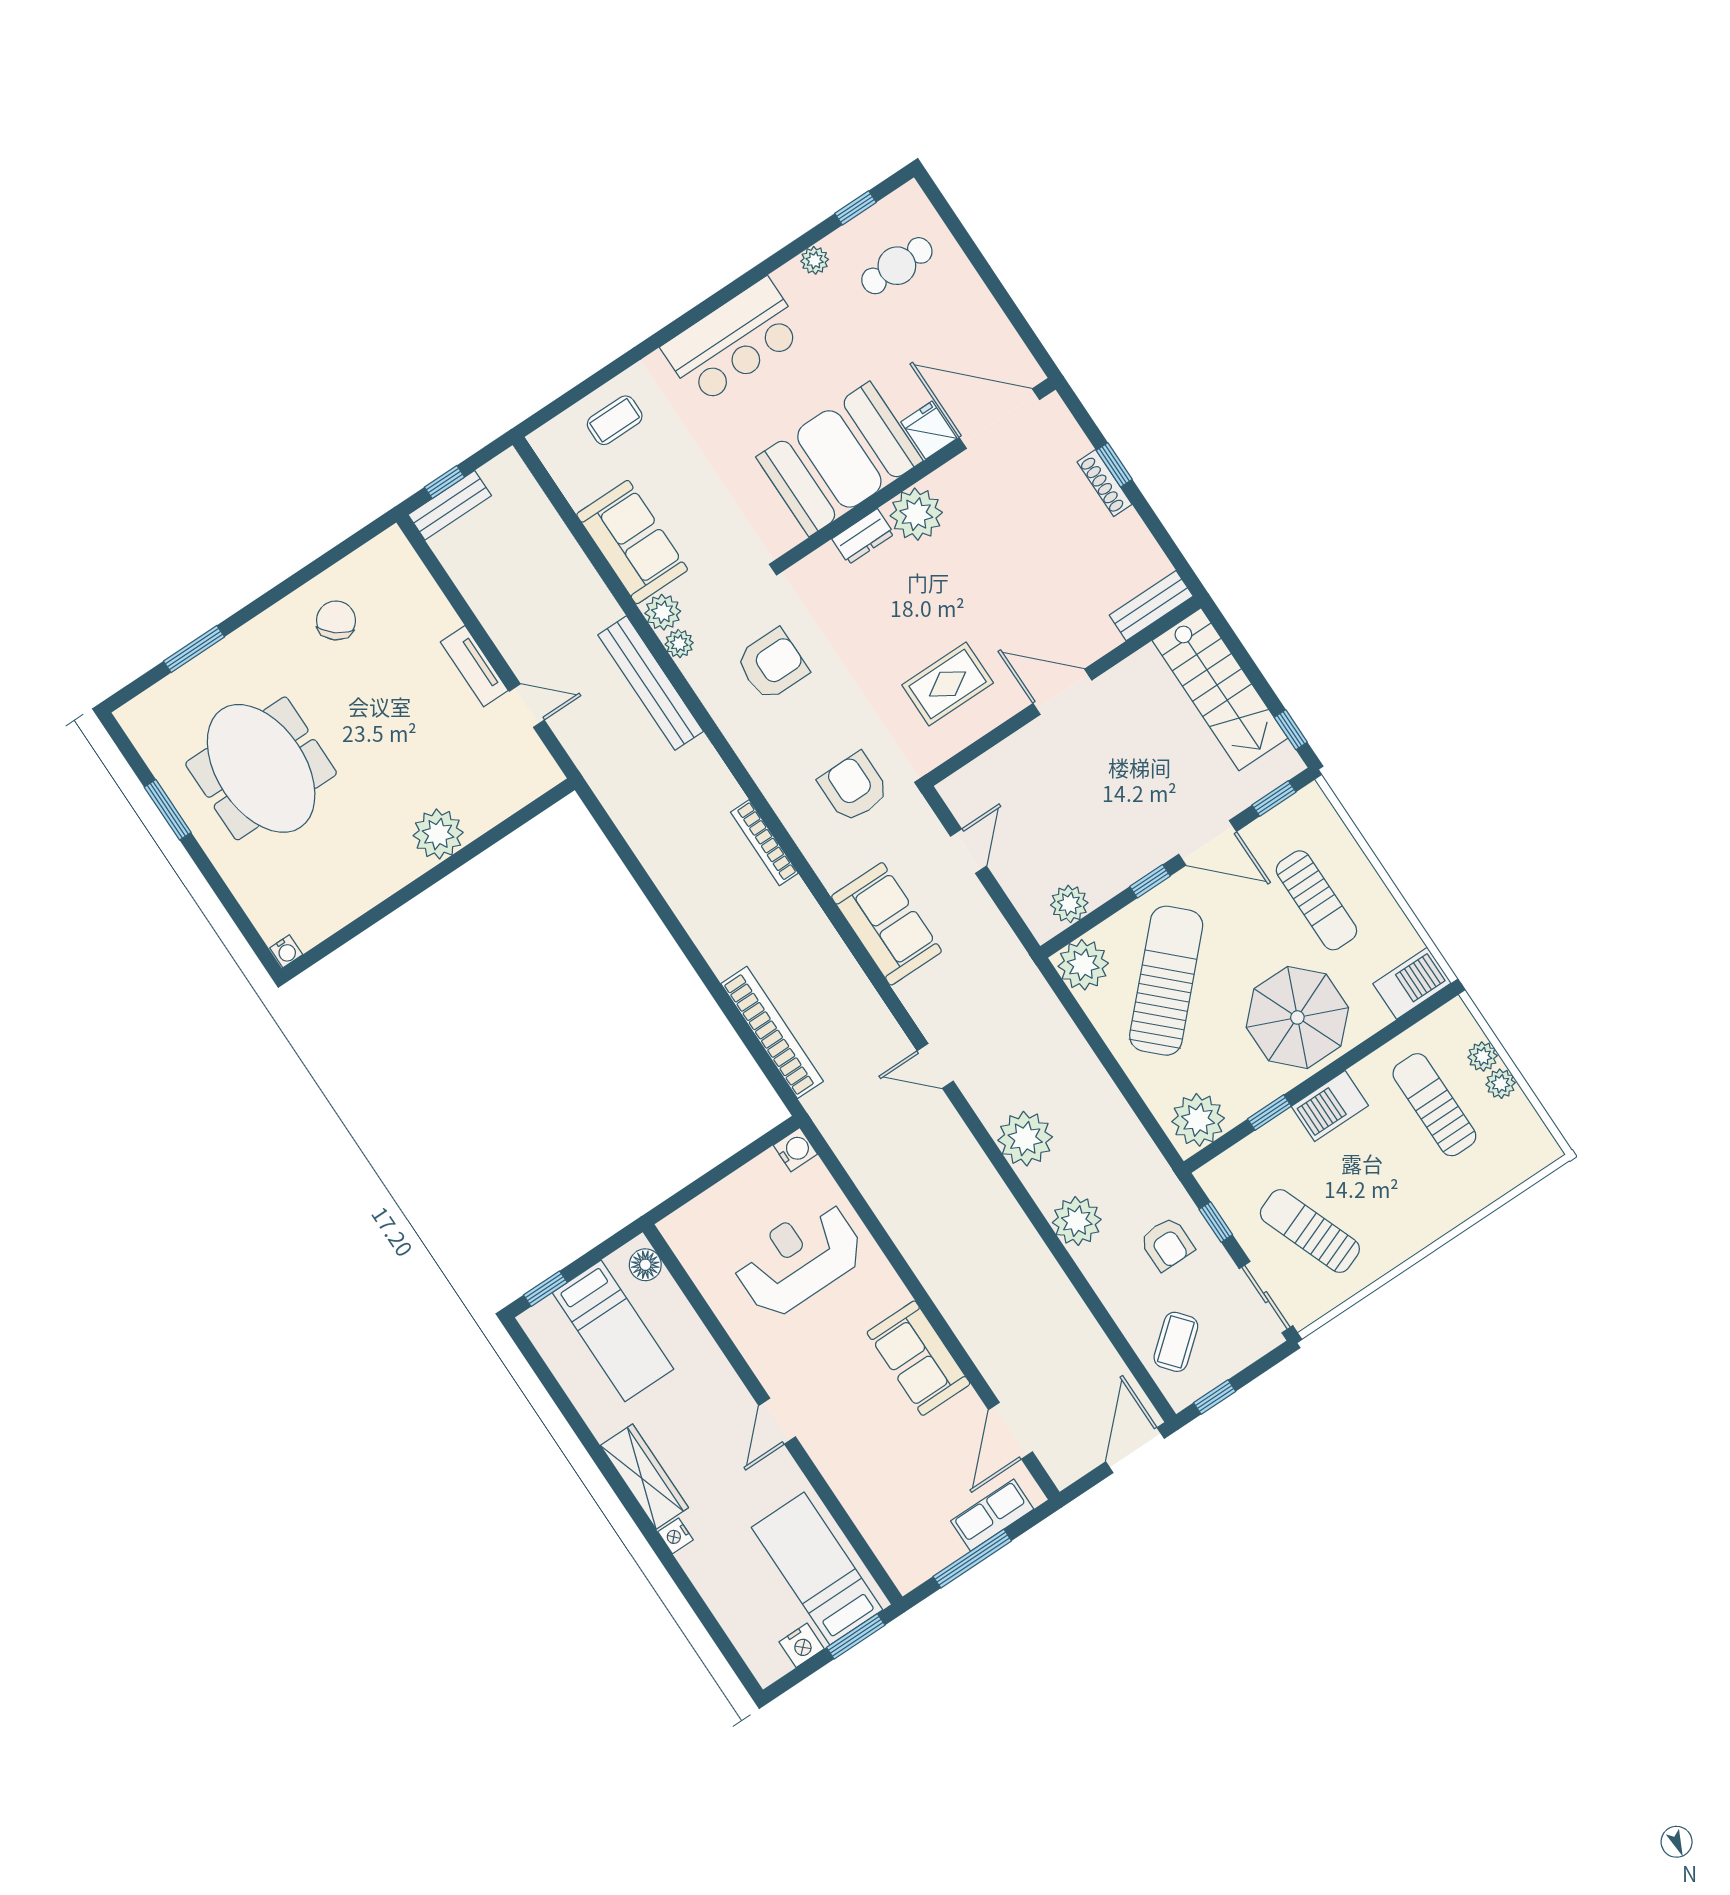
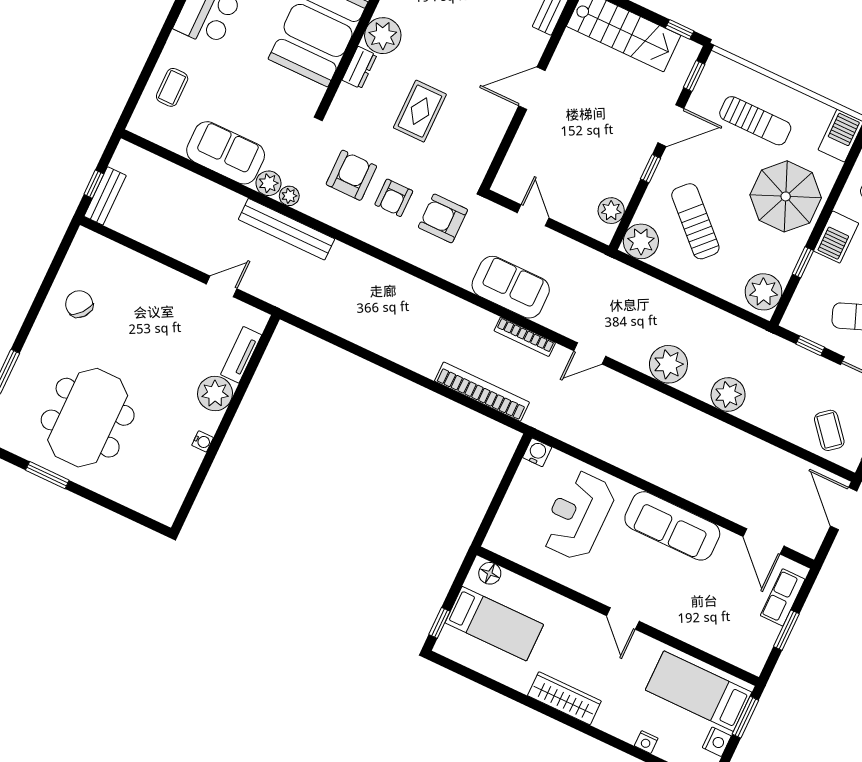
tv unit: (474, 666) -> (241, 355), moved, turned 90
rug: (948, 684) -> (420, 111), moved
meeting table: (261, 768) -> (88, 418), turned 90
bookcase: (764, 843) -> (525, 337), moved
water cooler: (286, 951) -> (203, 441), moved
sun lounger: (1166, 981) -> (695, 221), width x0.73, depth x0.75
armchair: (1167, 1244) -> (394, 198), moved, turned 90
sofa: (919, 1358) -> (672, 526), width x1.36
nightstand: (675, 1536) -> (646, 742), moved
window: (972, 1559) -> (786, 630), width x0.69

